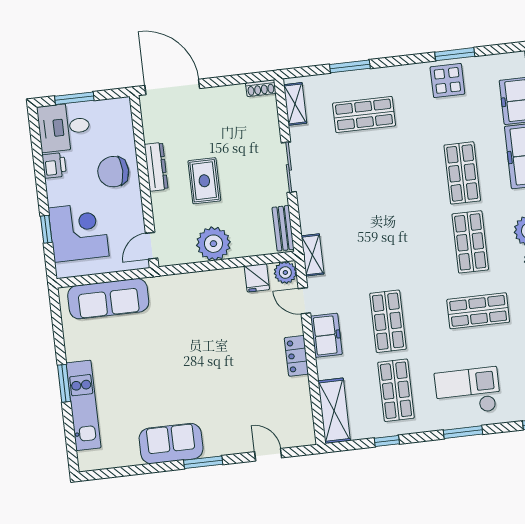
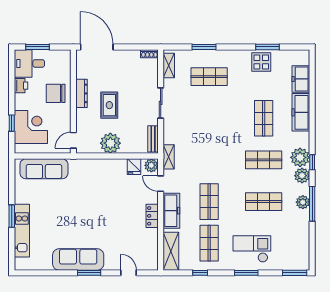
shop shelf: (470, 242) -> (264, 160), turned 90
freezer: (326, 335) -> (171, 211), width x1.40
sofa: (171, 444) -> (78, 259), width x1.36

